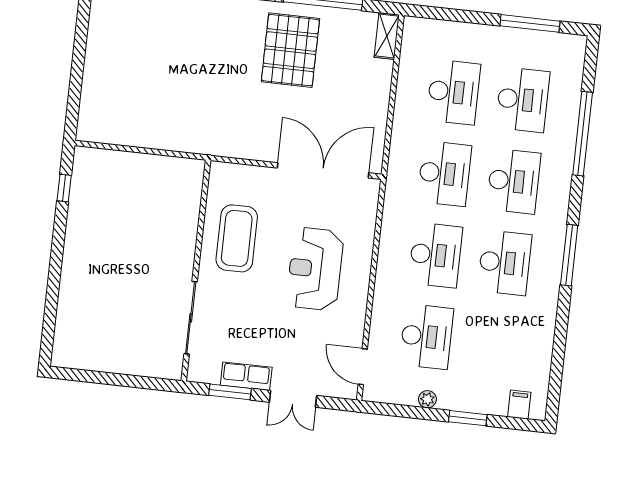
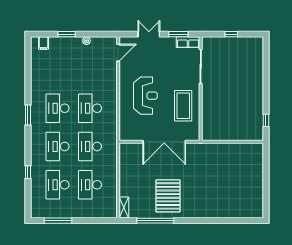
window: (583, 134) -> (28, 172), width x0.32
double door: (323, 170) -> (164, 142), moved
window: (569, 255) -> (28, 115), width x0.69
desk: (426, 337) -> (90, 70), removed
door: (363, 367) -> (118, 53), hinge flipped
row of seats: (246, 376) -> (188, 42), moved
window: (118, 380) -> (231, 34), added

